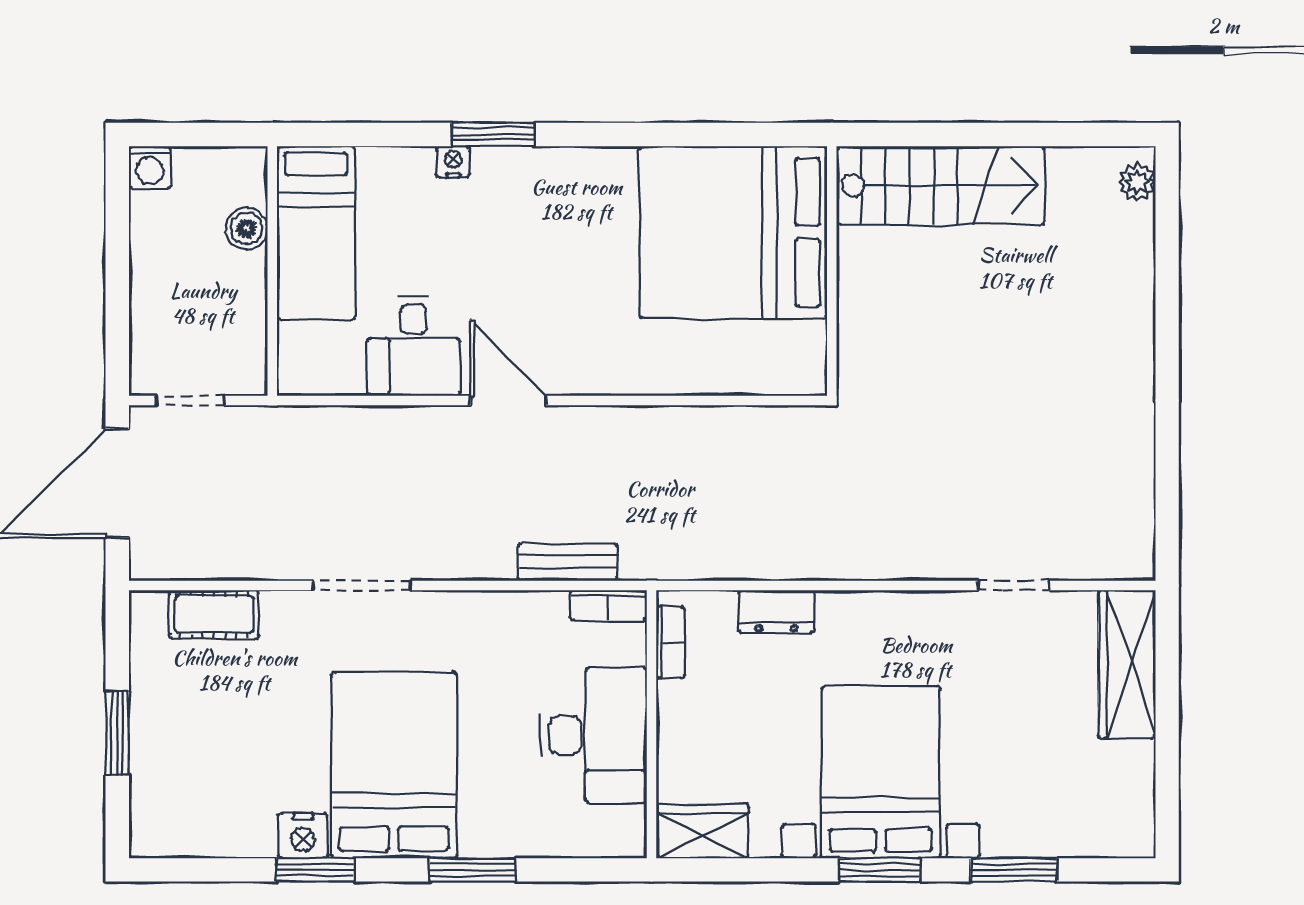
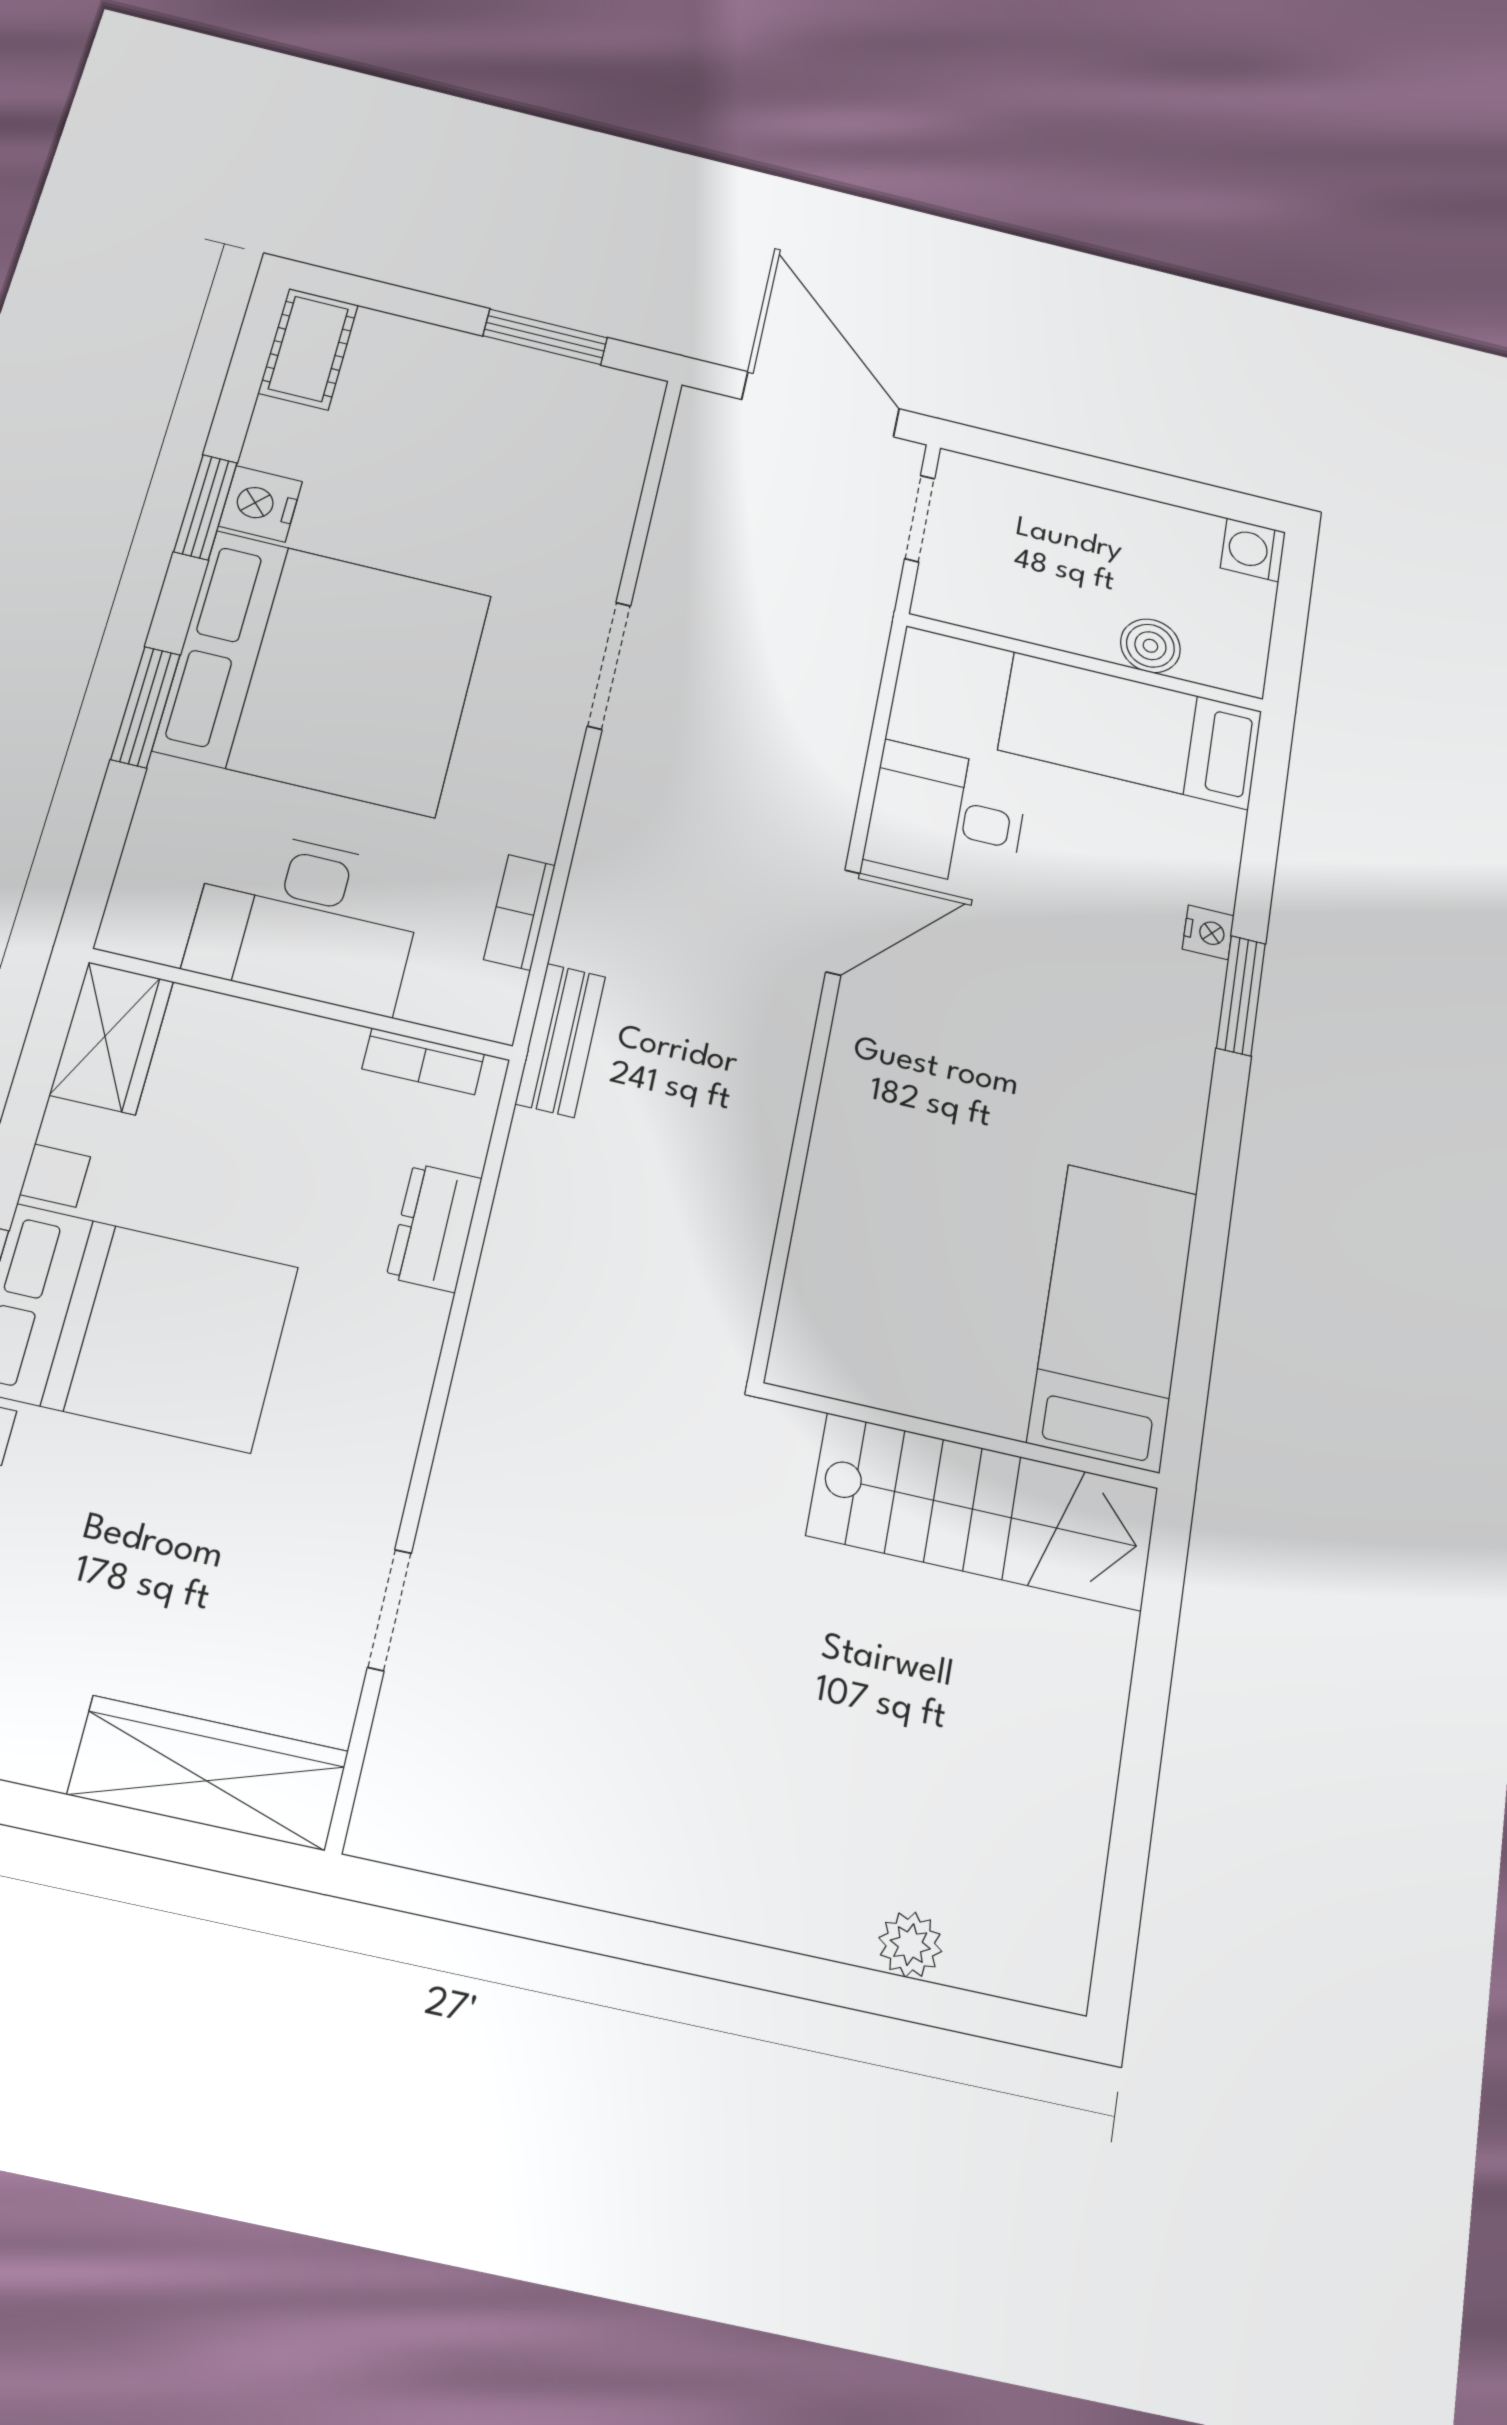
plant: (1137, 182) -> (910, 1945), moved
stairs: (940, 185) -> (984, 1511), moved, turned -90
bed: (733, 232) -> (1113, 1316), width x0.49
bench: (568, 562) -> (561, 1040), moved
bookcase: (608, 605) -> (520, 912), moved
cot: (214, 614) -> (308, 349), moved
window: (117, 733) -> (545, 337), moved
bed: (394, 765) -> (324, 672), width x1.36

